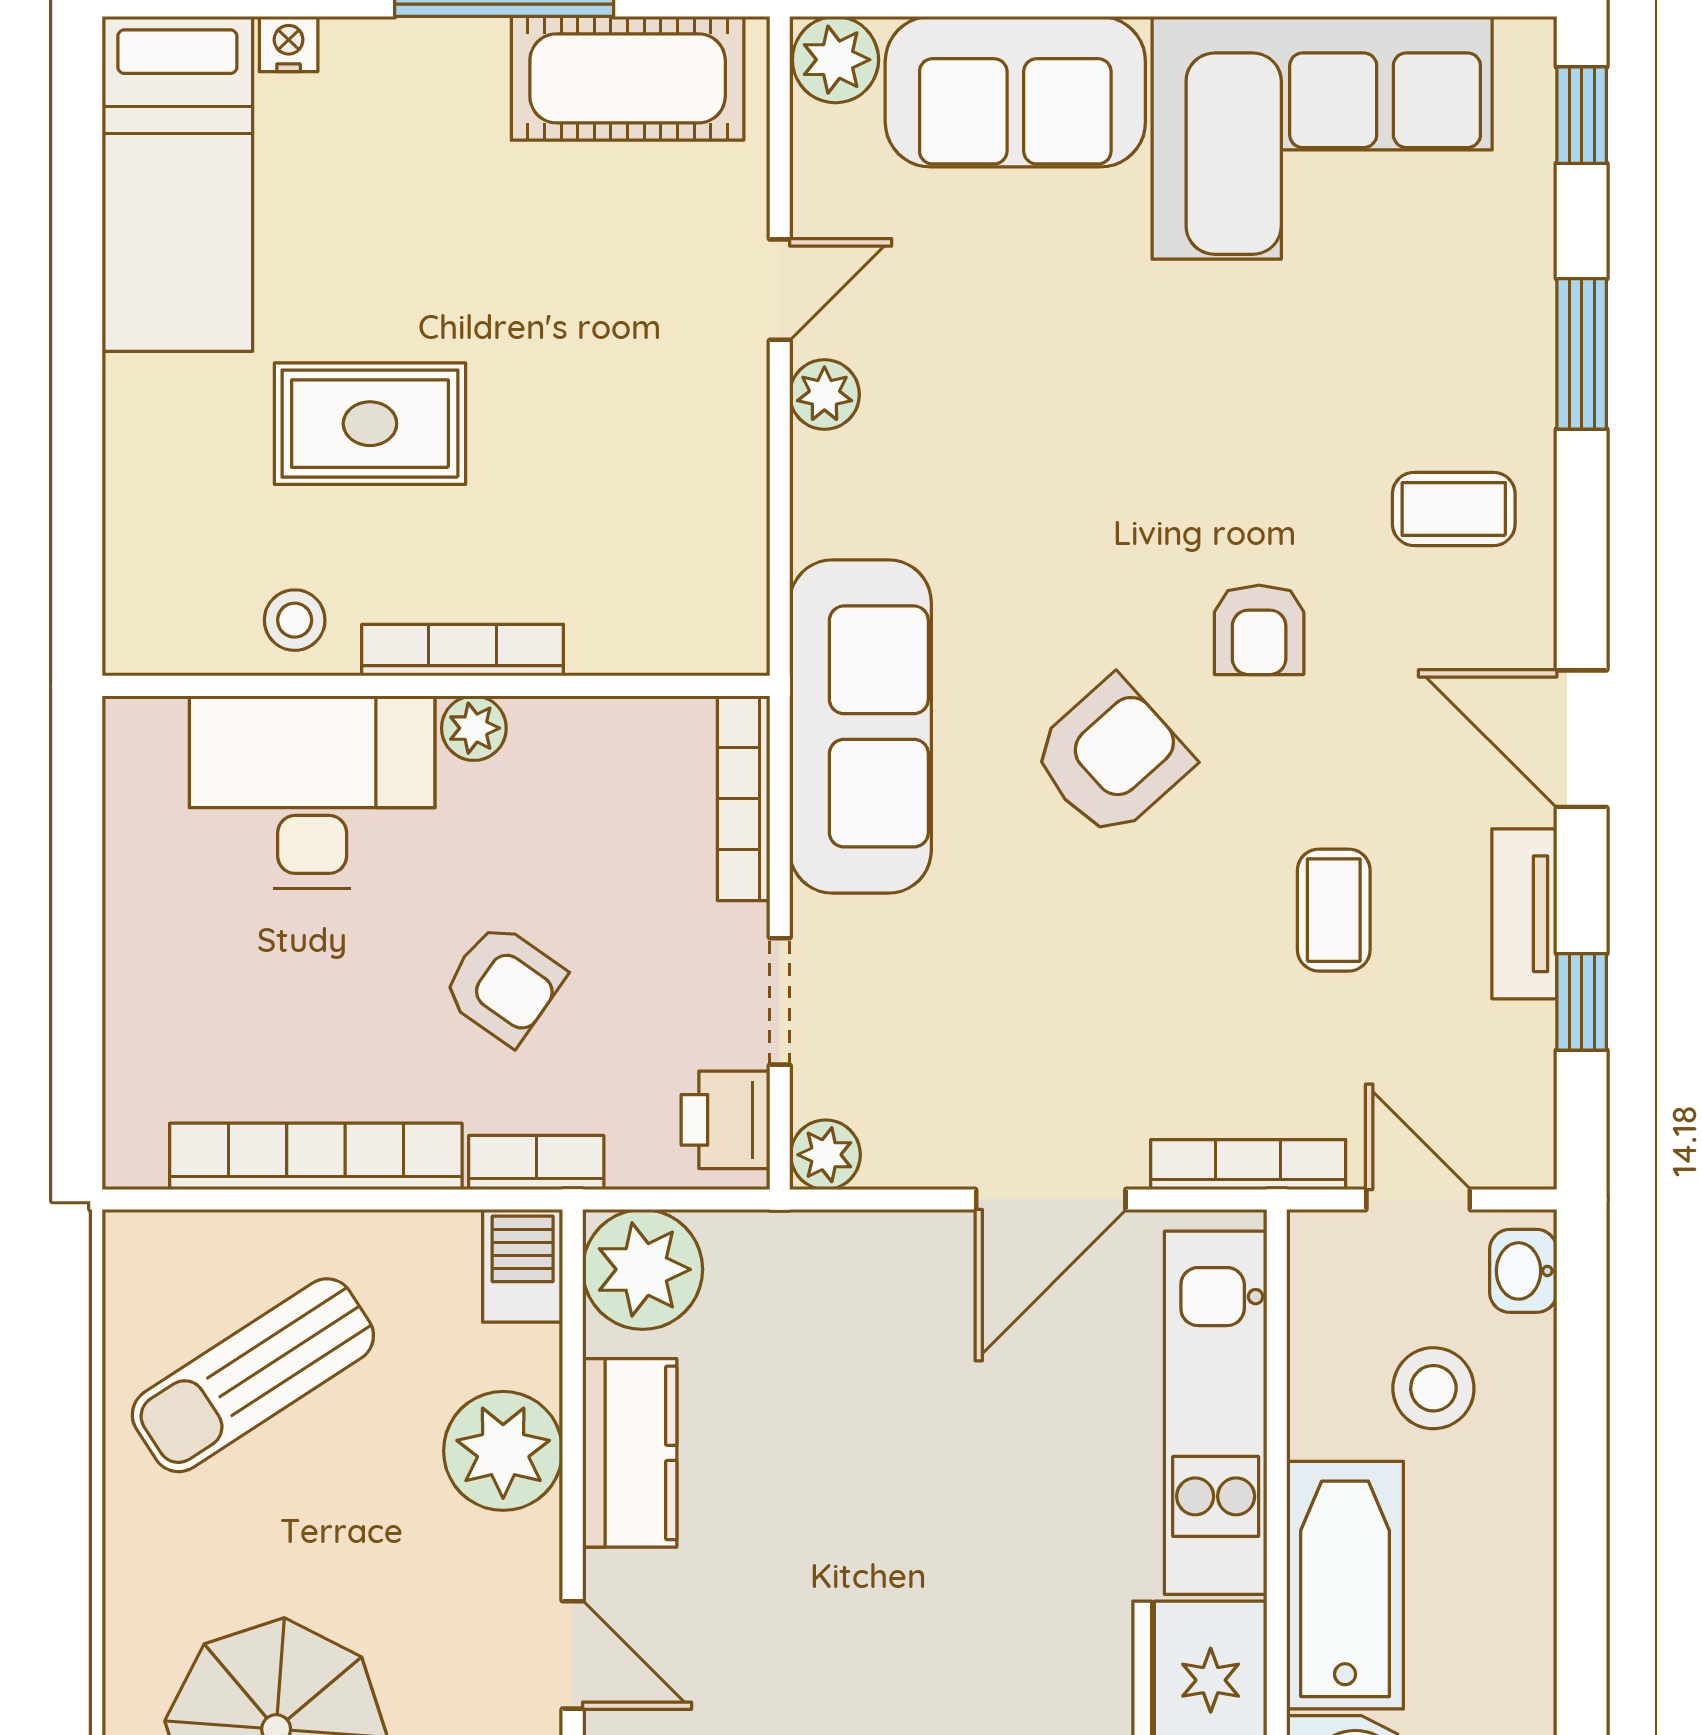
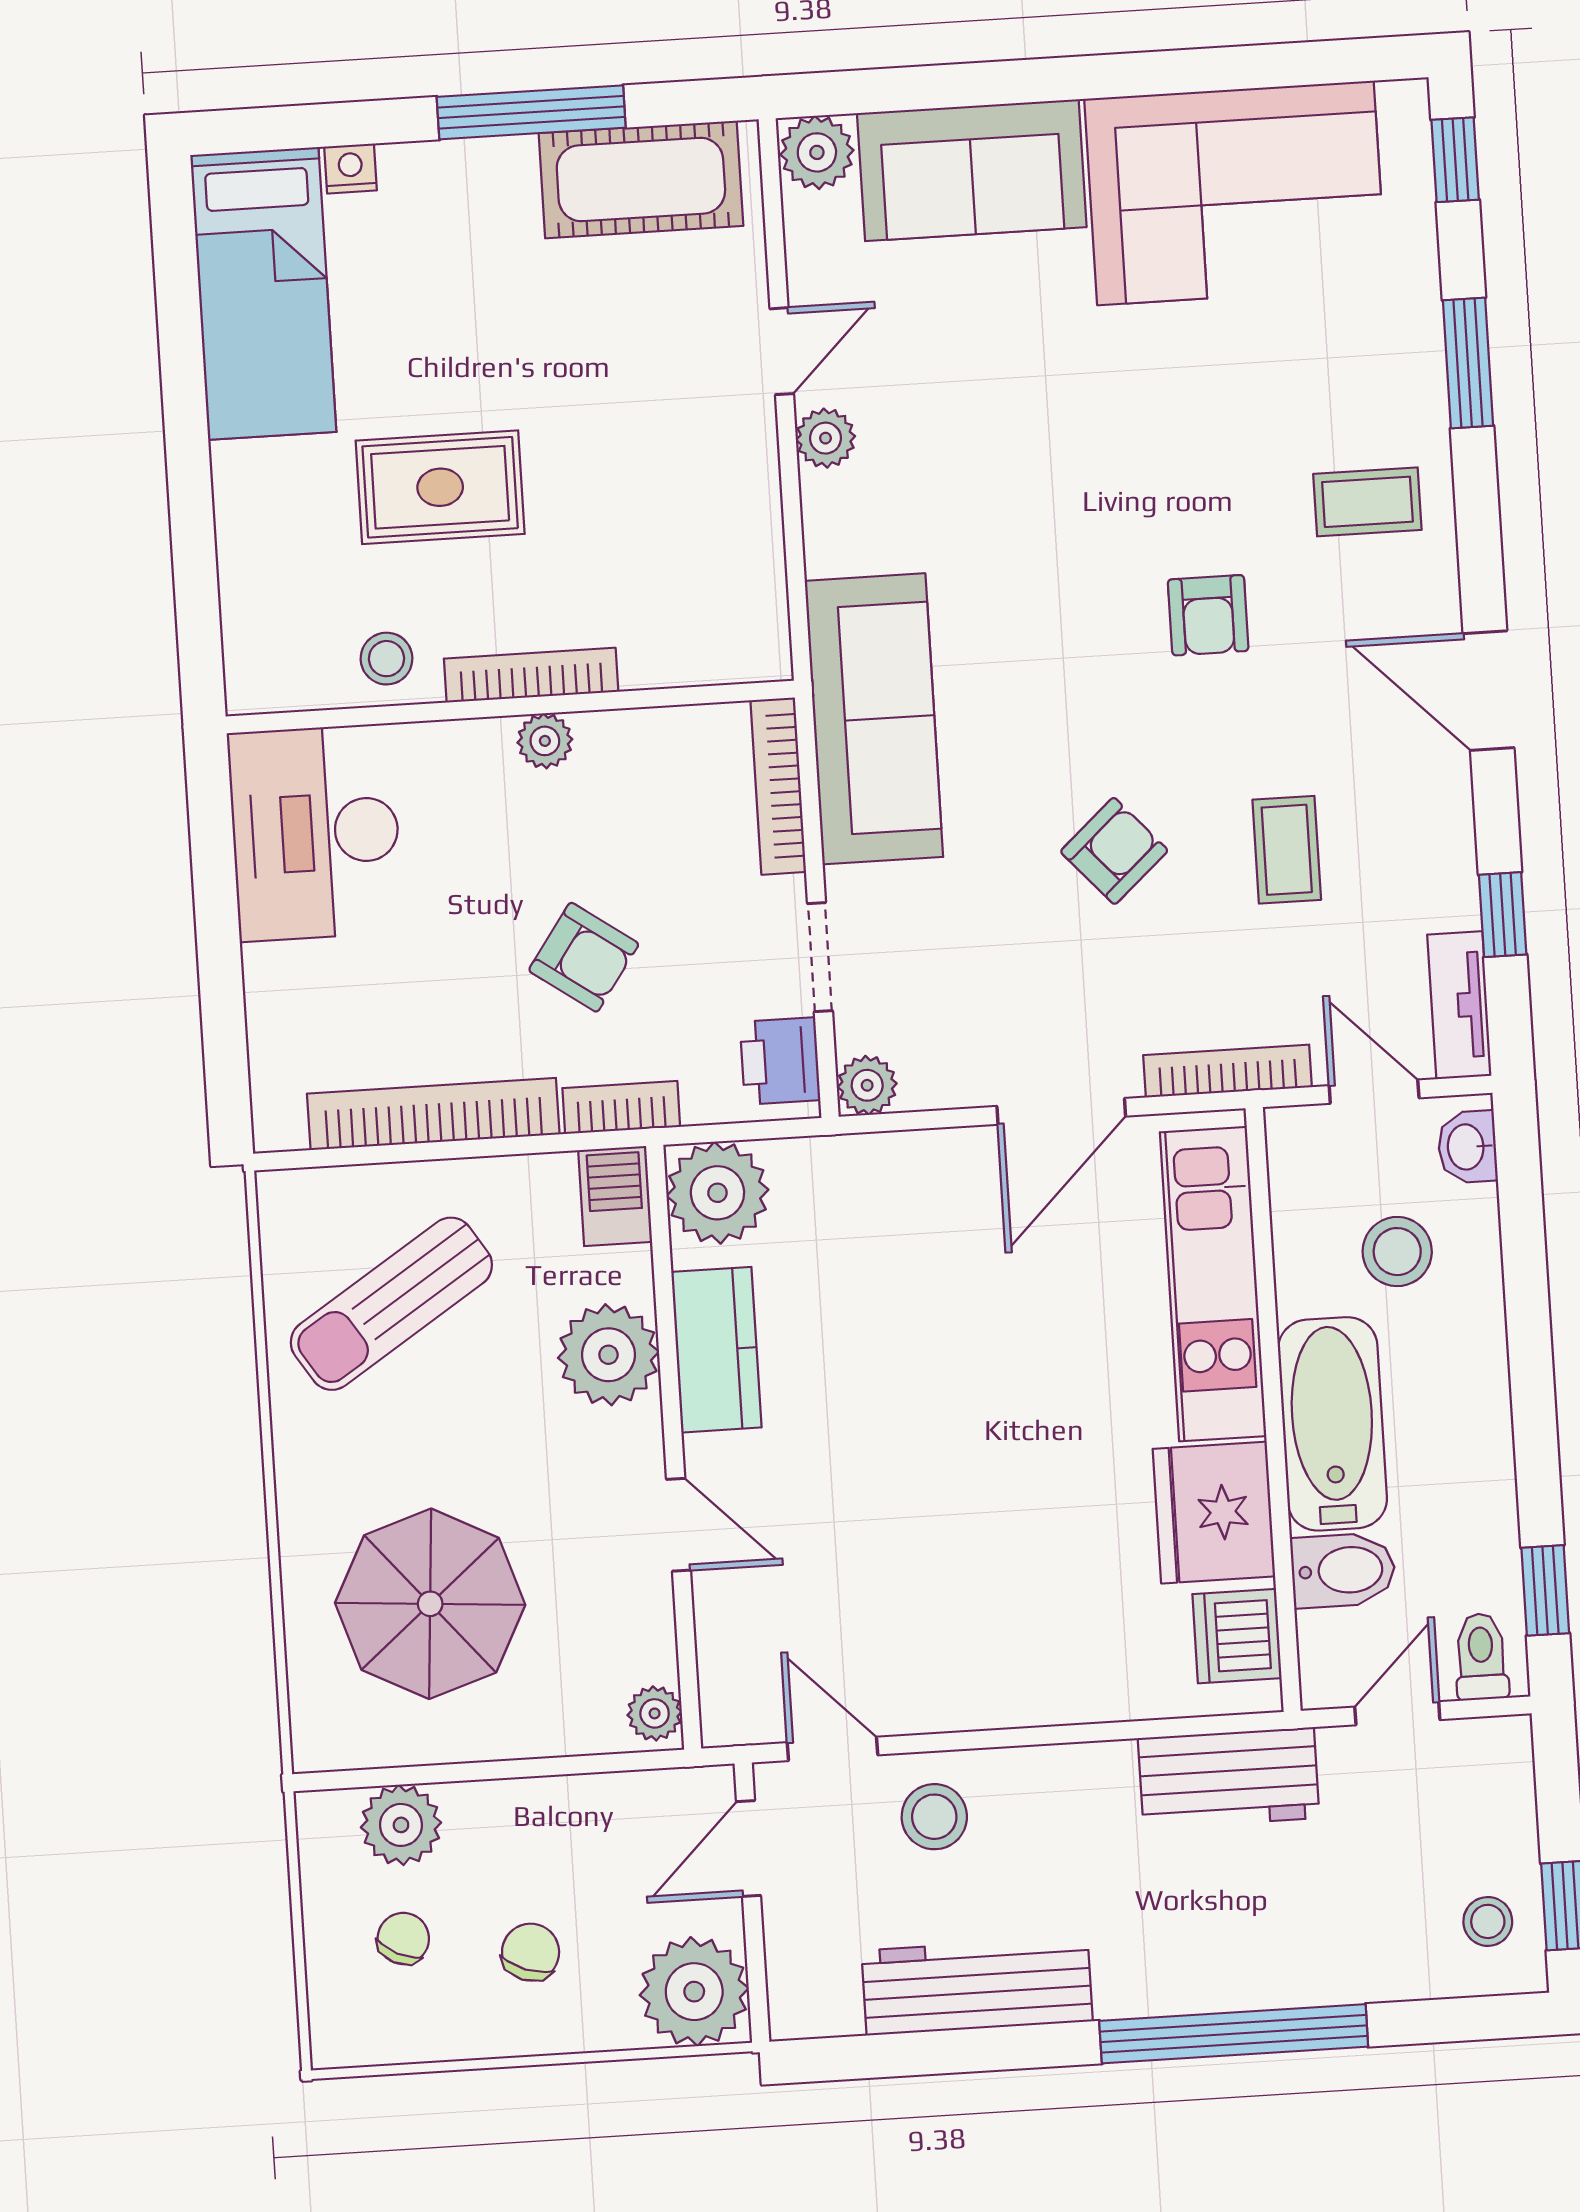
armchair: (1111, 758) -> (1114, 851), moved, width x0.72, depth x0.72
desk: (312, 792) -> (315, 833), moved, turned -90
tv unit: (1524, 914) -> (1459, 1005), moved

